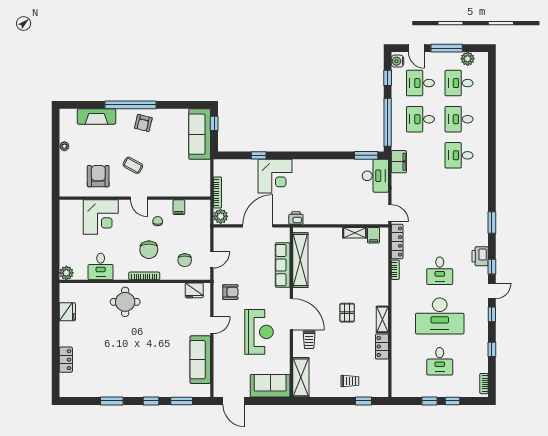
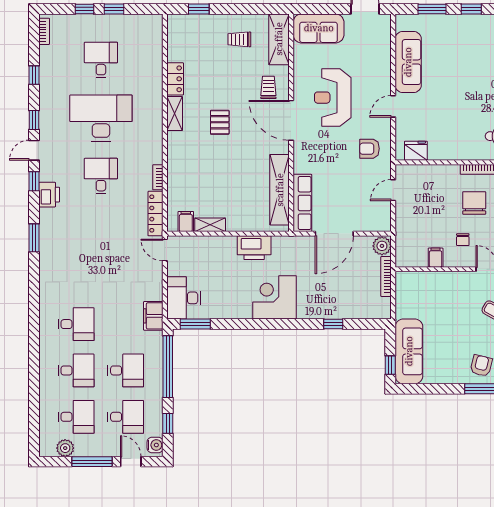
corner desk: (275, 176) -> (274, 297), moved
printer: (296, 218) -> (254, 248), moved, width x1.87, depth x1.48
chair: (185, 260) -> (428, 190), removed
row of seats: (283, 265) -> (302, 203), moved
trolley: (350, 381) -> (239, 39), moved

